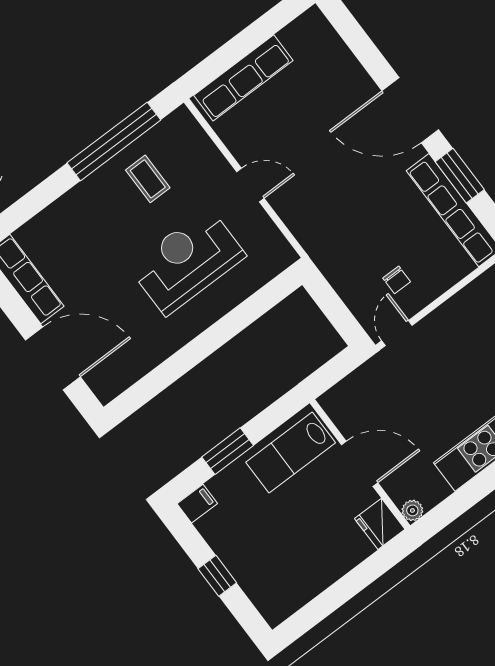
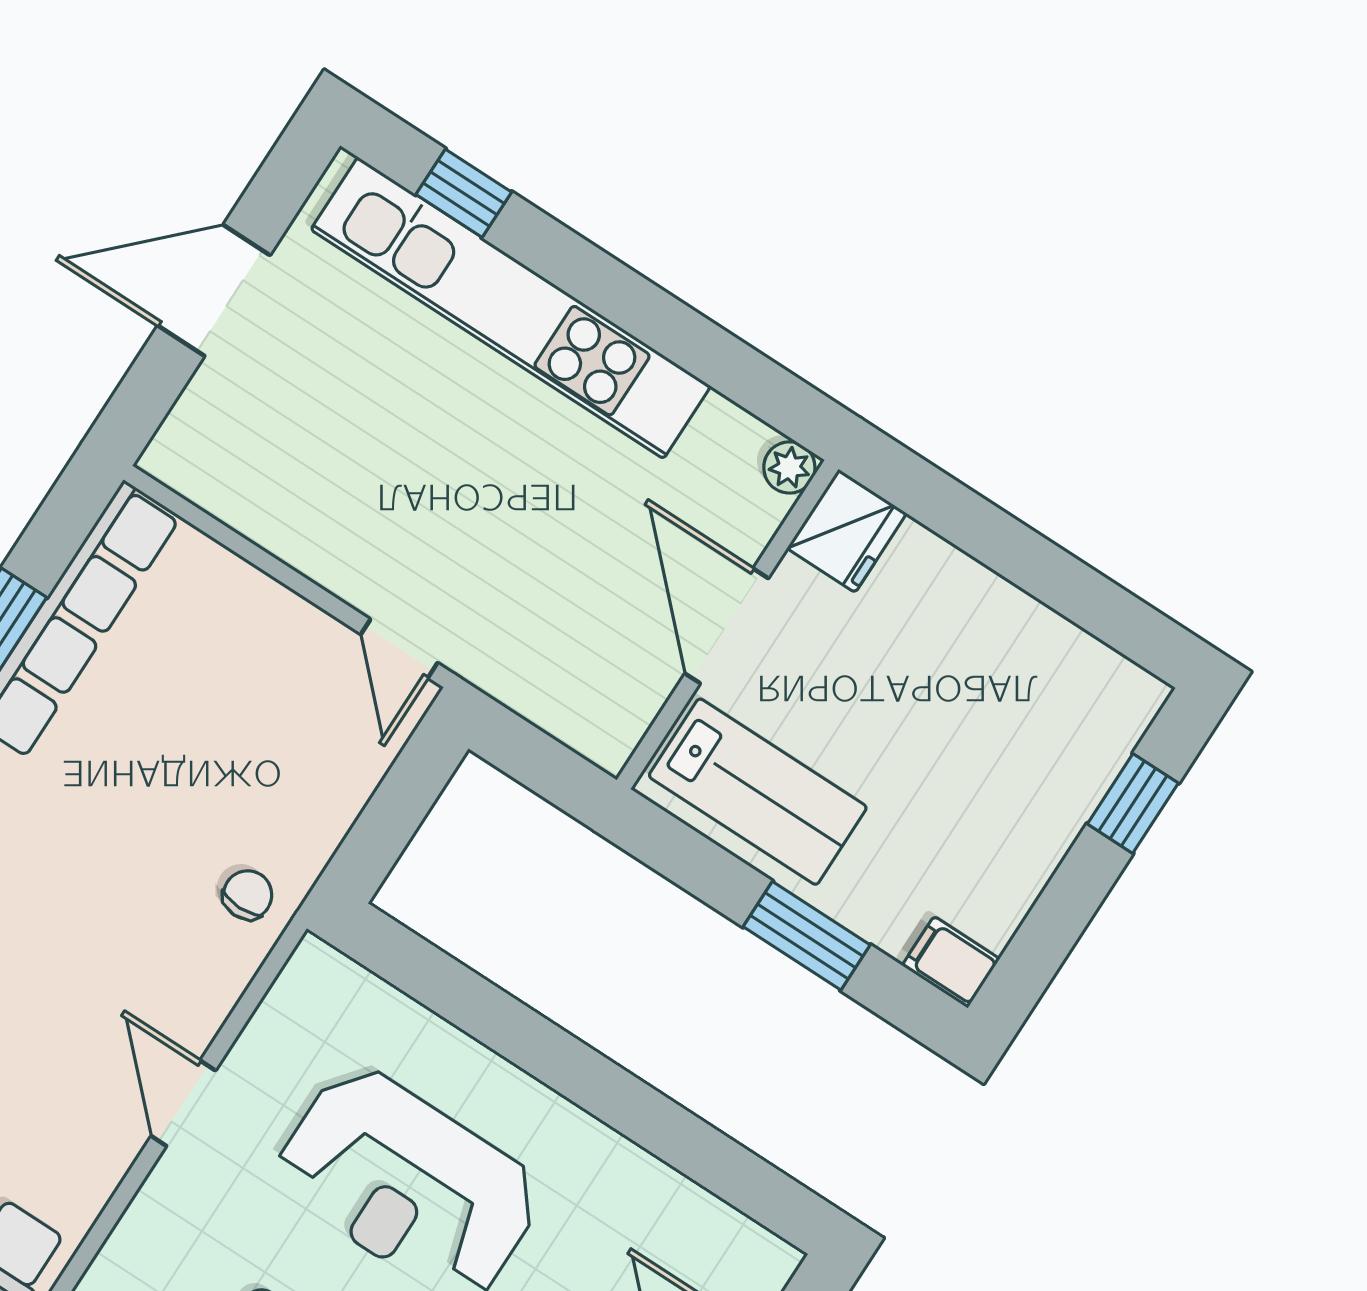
chair: (397, 280) -> (248, 895), moved
door: (397, 333) -> (399, 649), hinge flipped
window: (217, 576) -> (1133, 803), moved

